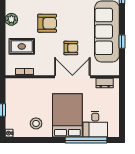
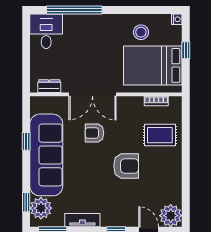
plant: (11, 19) -> (174, 171), removed
armchair: (47, 23) -> (126, 166), turned 180
bed: (67, 115) -> (153, 65), moved, turned 90
desk: (95, 124) -> (46, 31), moved

